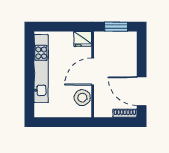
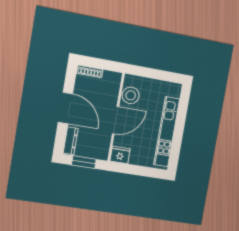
dresser: (132, 45) -> (71, 141), added
door: (142, 91) -> (65, 108), moved

